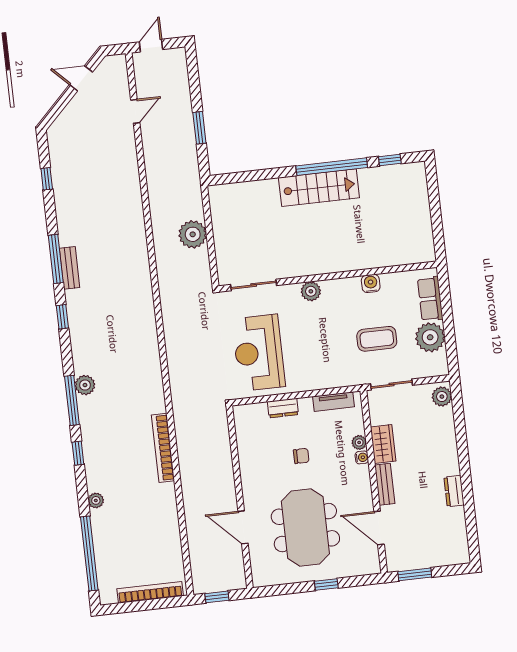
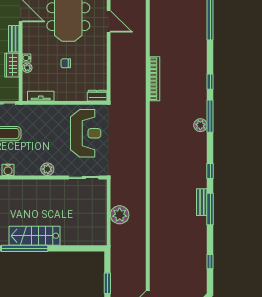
dresser: (283, 408) -> (97, 96), moved
plant: (96, 500) -> (202, 50), removed

